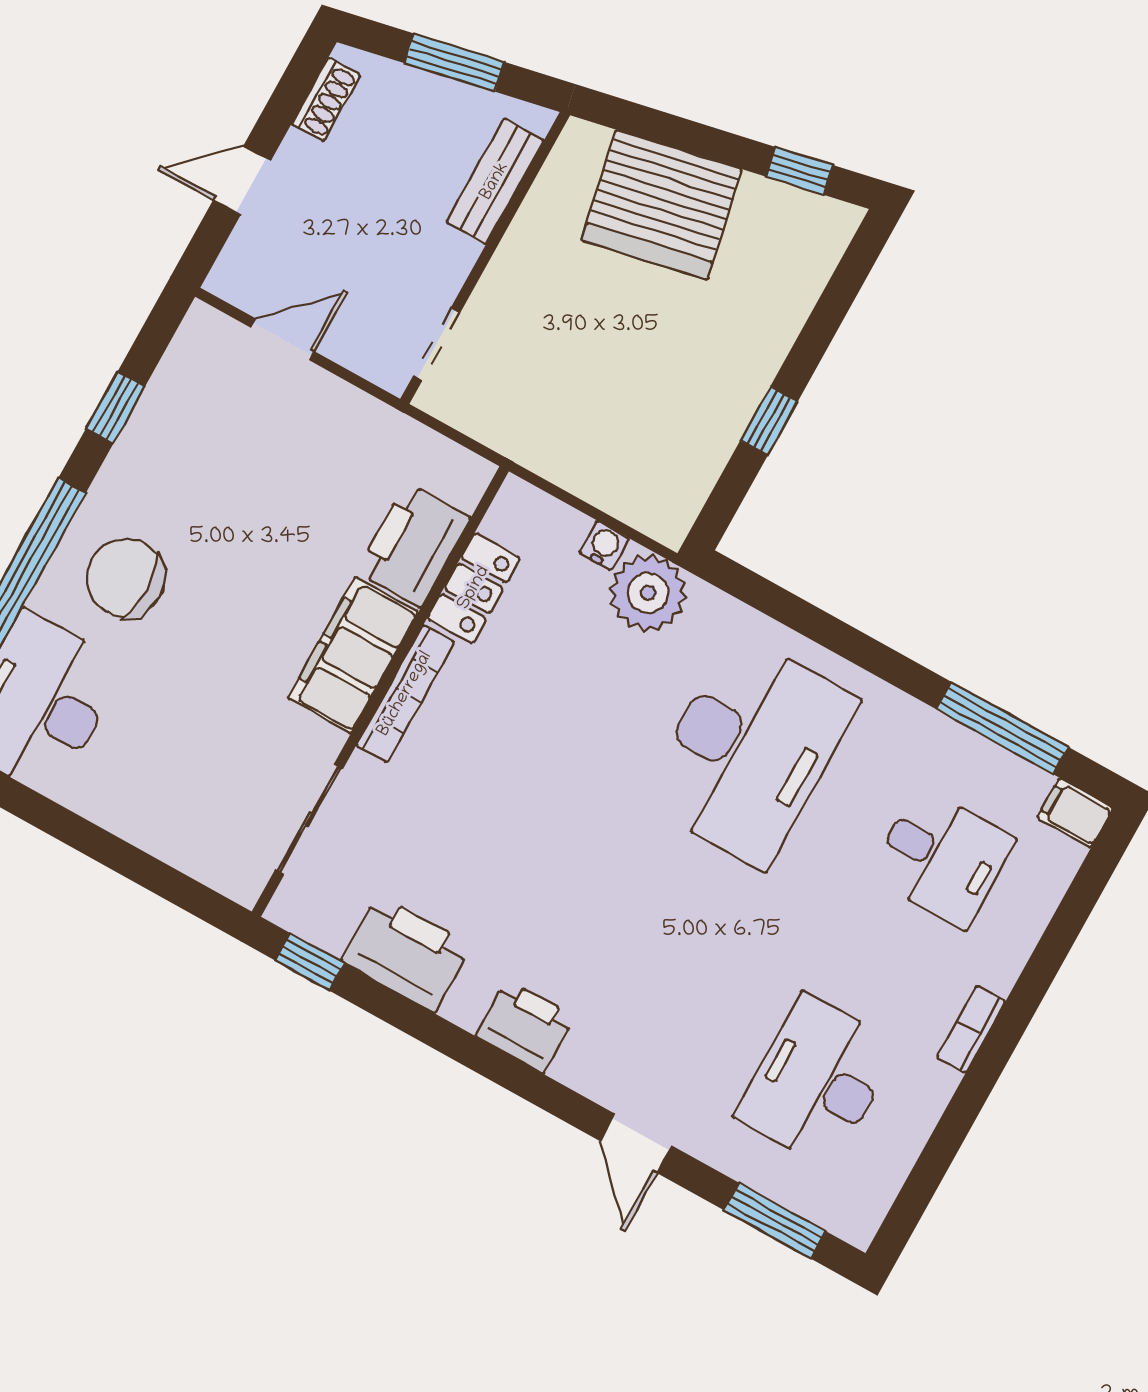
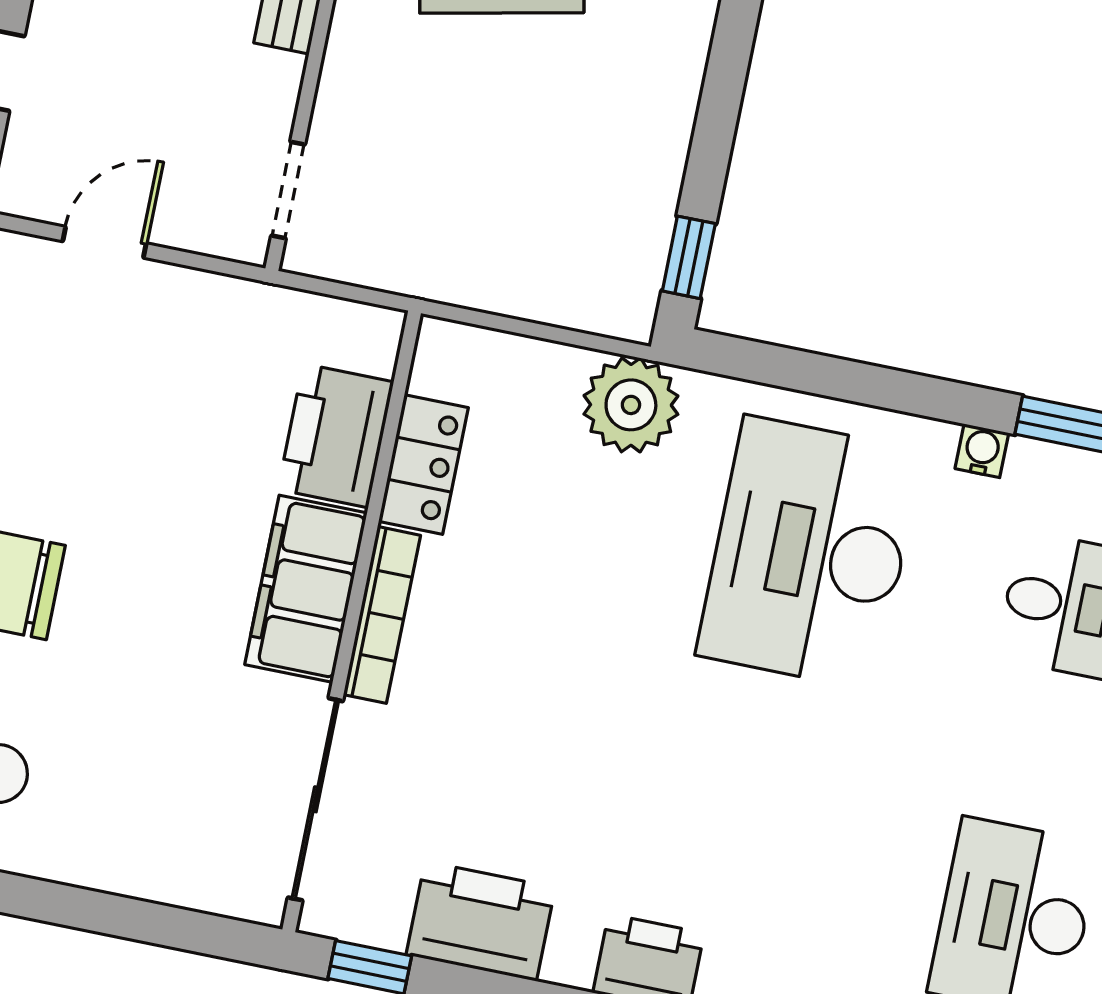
window: (769, 421) -> (689, 257), moved
water cooler: (604, 546) -> (982, 451), moved
desk: (749, 751) -> (810, 553), turned 180
sliding door: (309, 819) -> (315, 799), width x1.37

